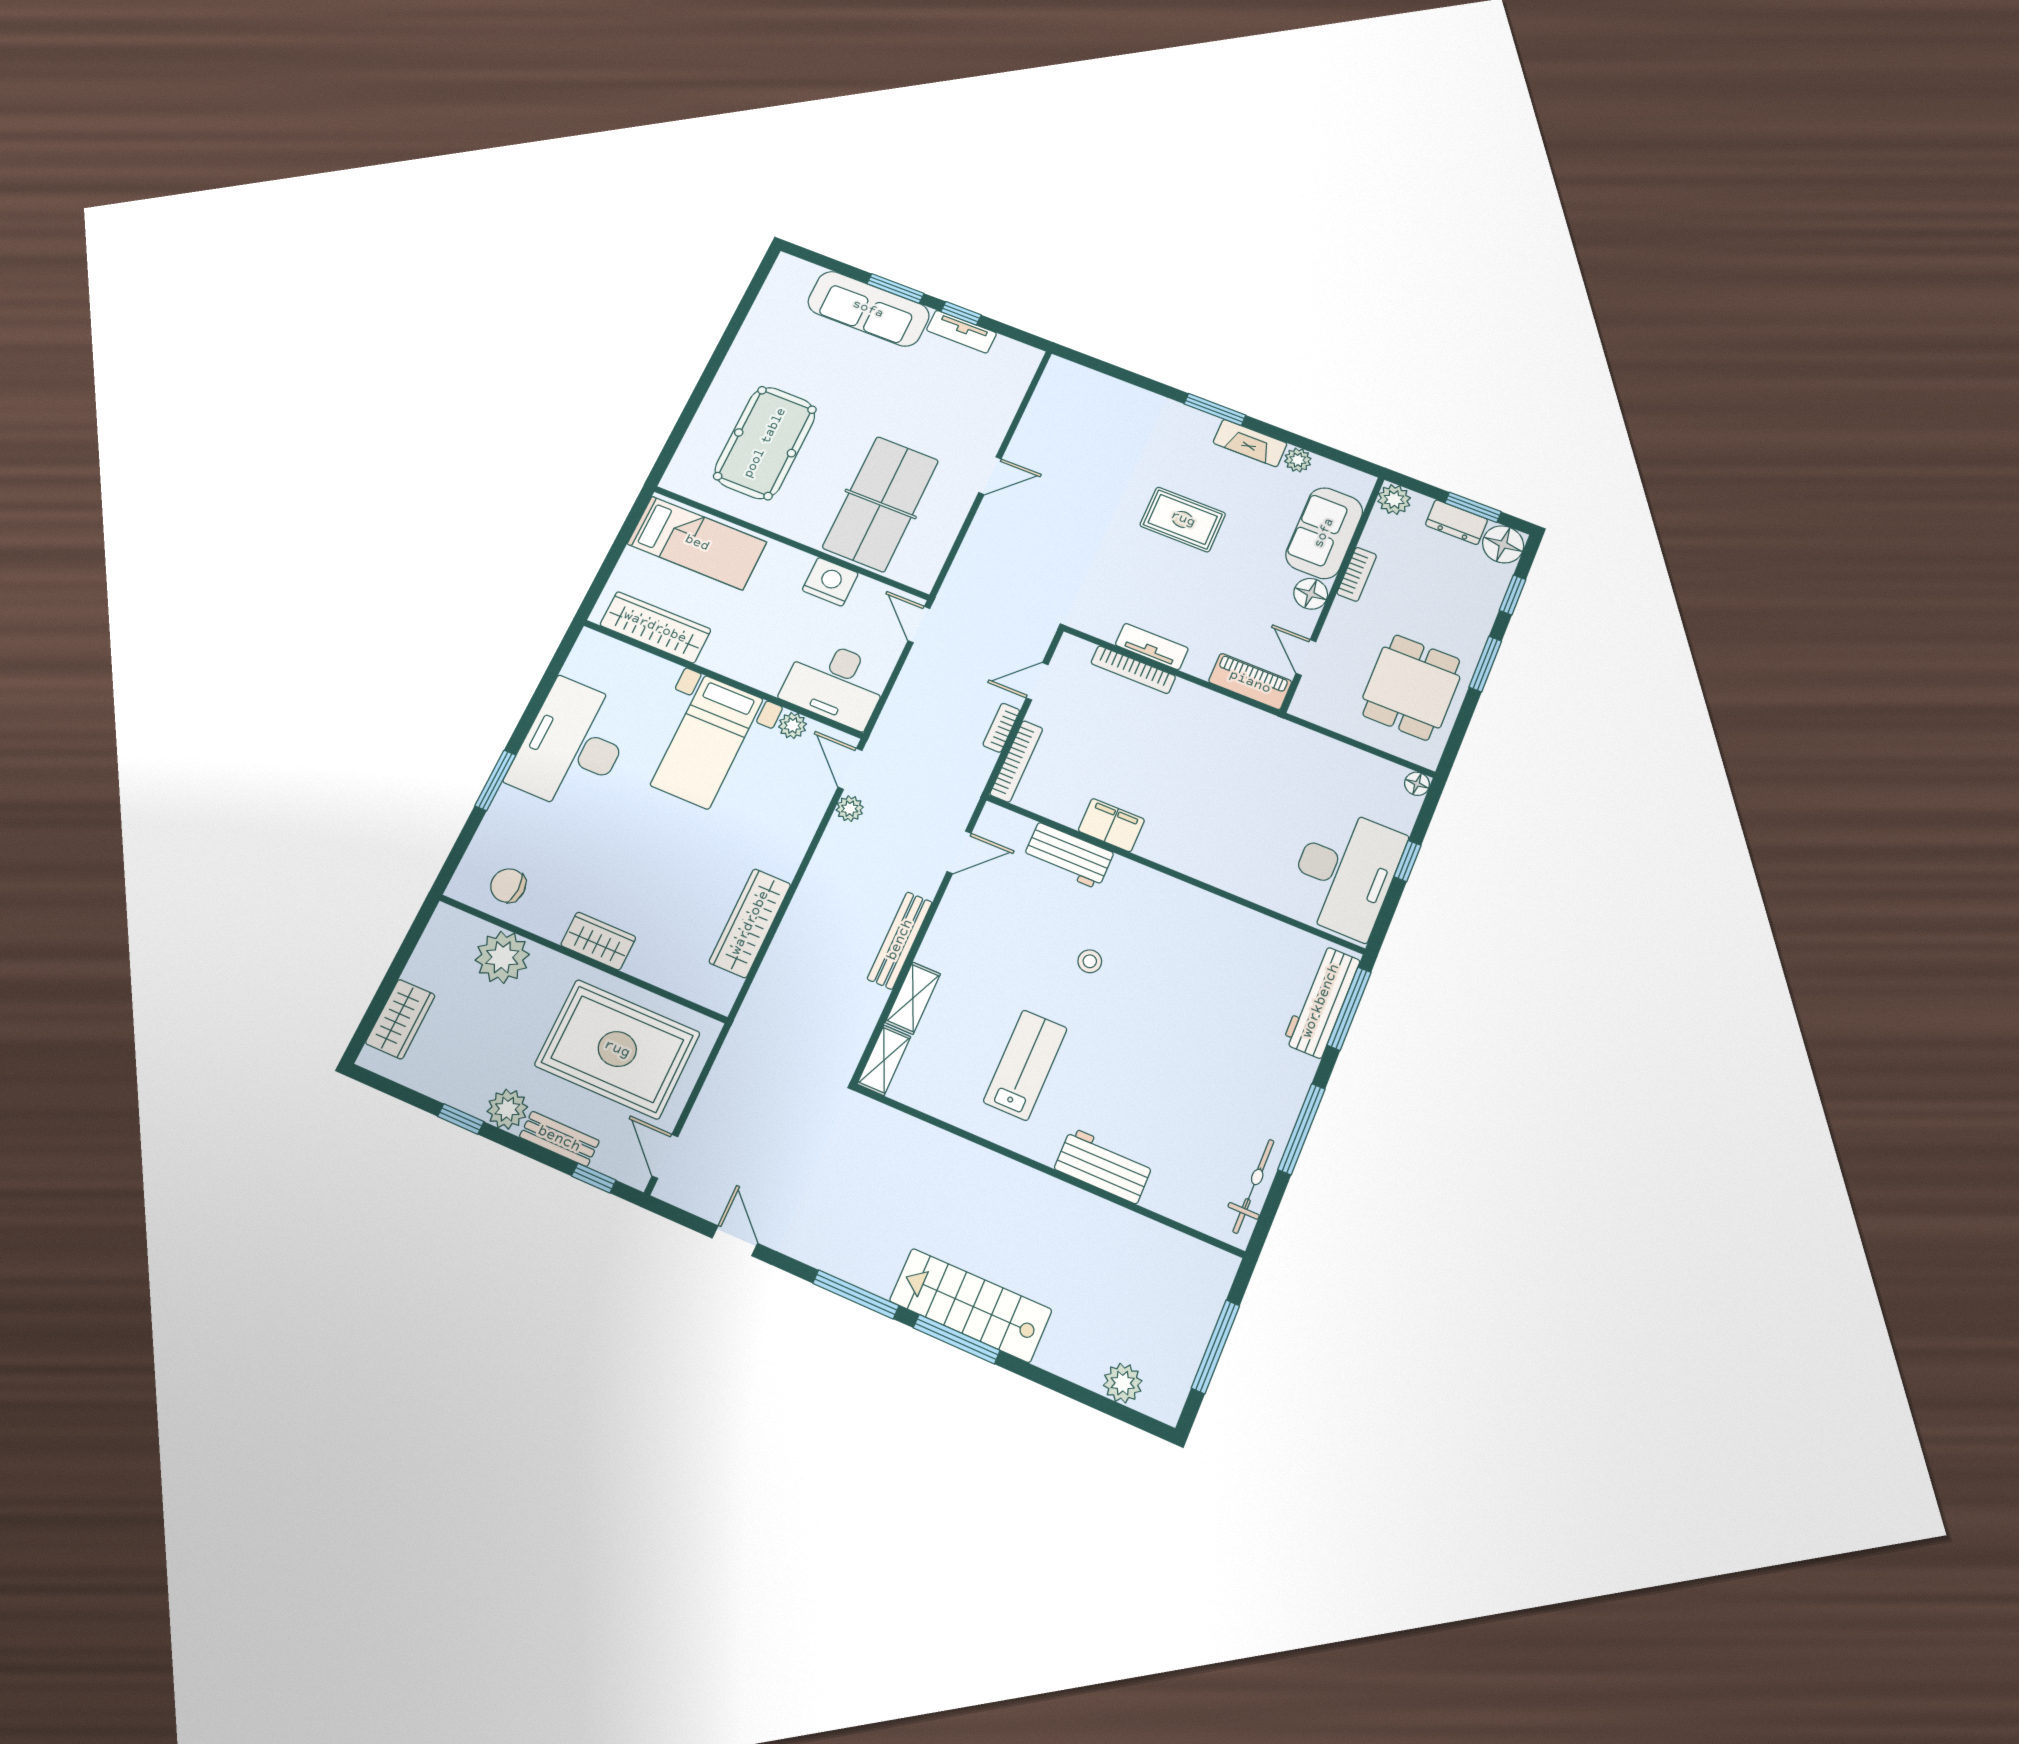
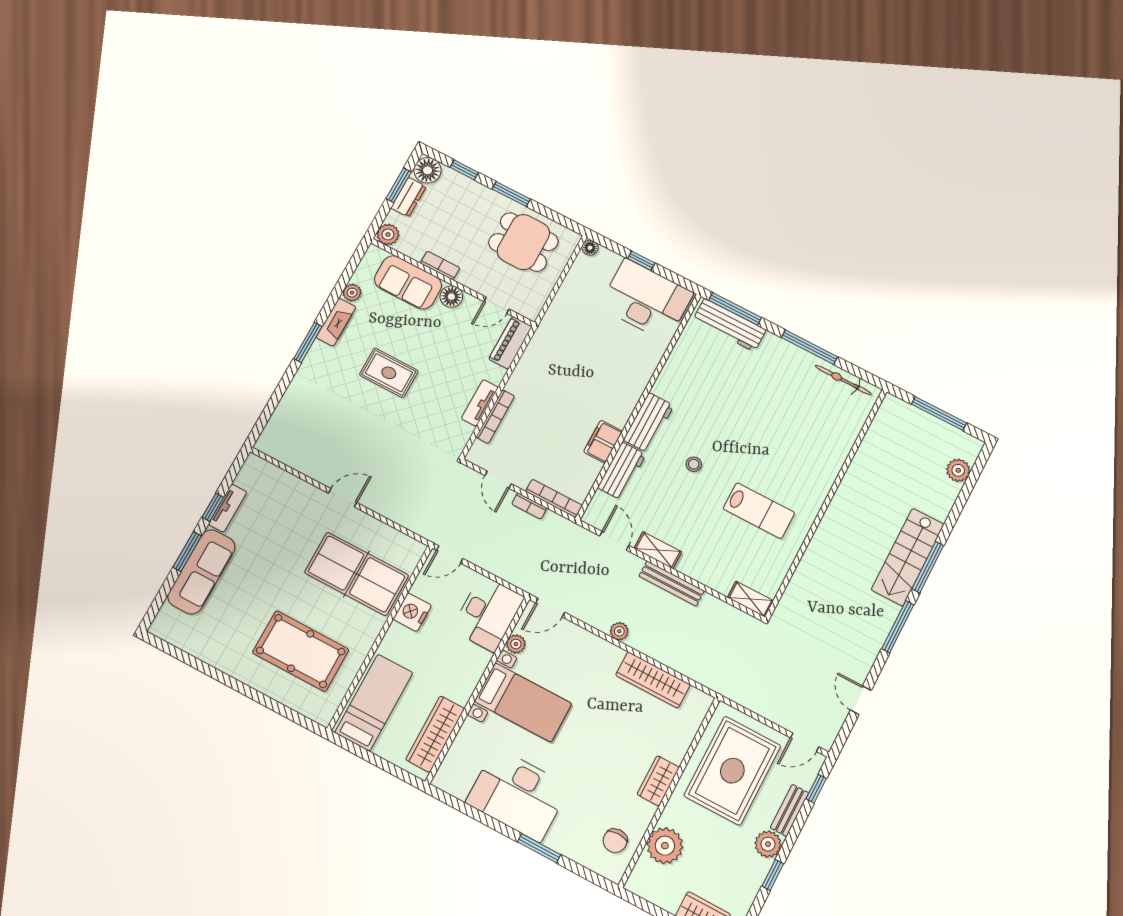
door: (990, 476) -> (343, 498), hinge flipped
rug: (1183, 519) -> (389, 373), turned 90
plant: (850, 809) -> (619, 631), moved
shelving: (913, 998) -> (658, 550), moved
lab bench: (1025, 1065) -> (759, 511), turned 180
workbench: (1104, 1166) -> (649, 423), moved, turned 180
door: (735, 1241) -> (861, 700), hinge flipped

